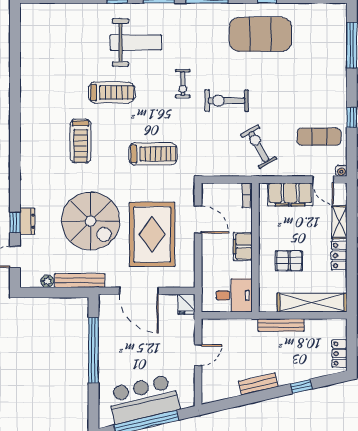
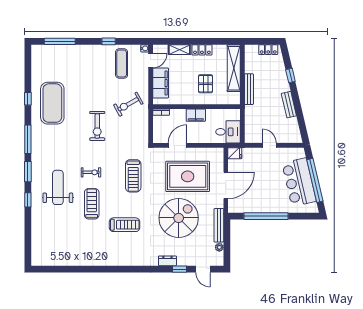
exercise bike: (183, 84) -> (91, 172), moved
treadmill: (153, 154) -> (133, 176), turned 180
dresser: (27, 221) -> (167, 261), moved
desk: (234, 295) -> (228, 132), moved, turned 90

